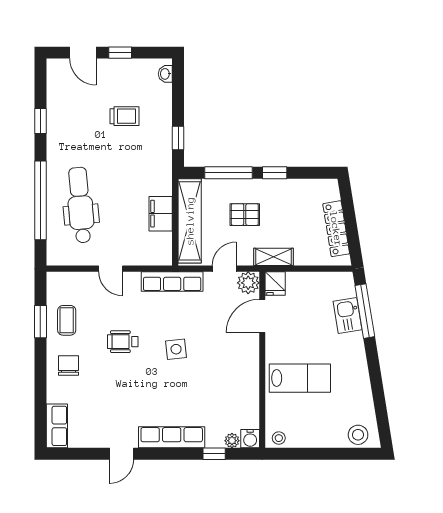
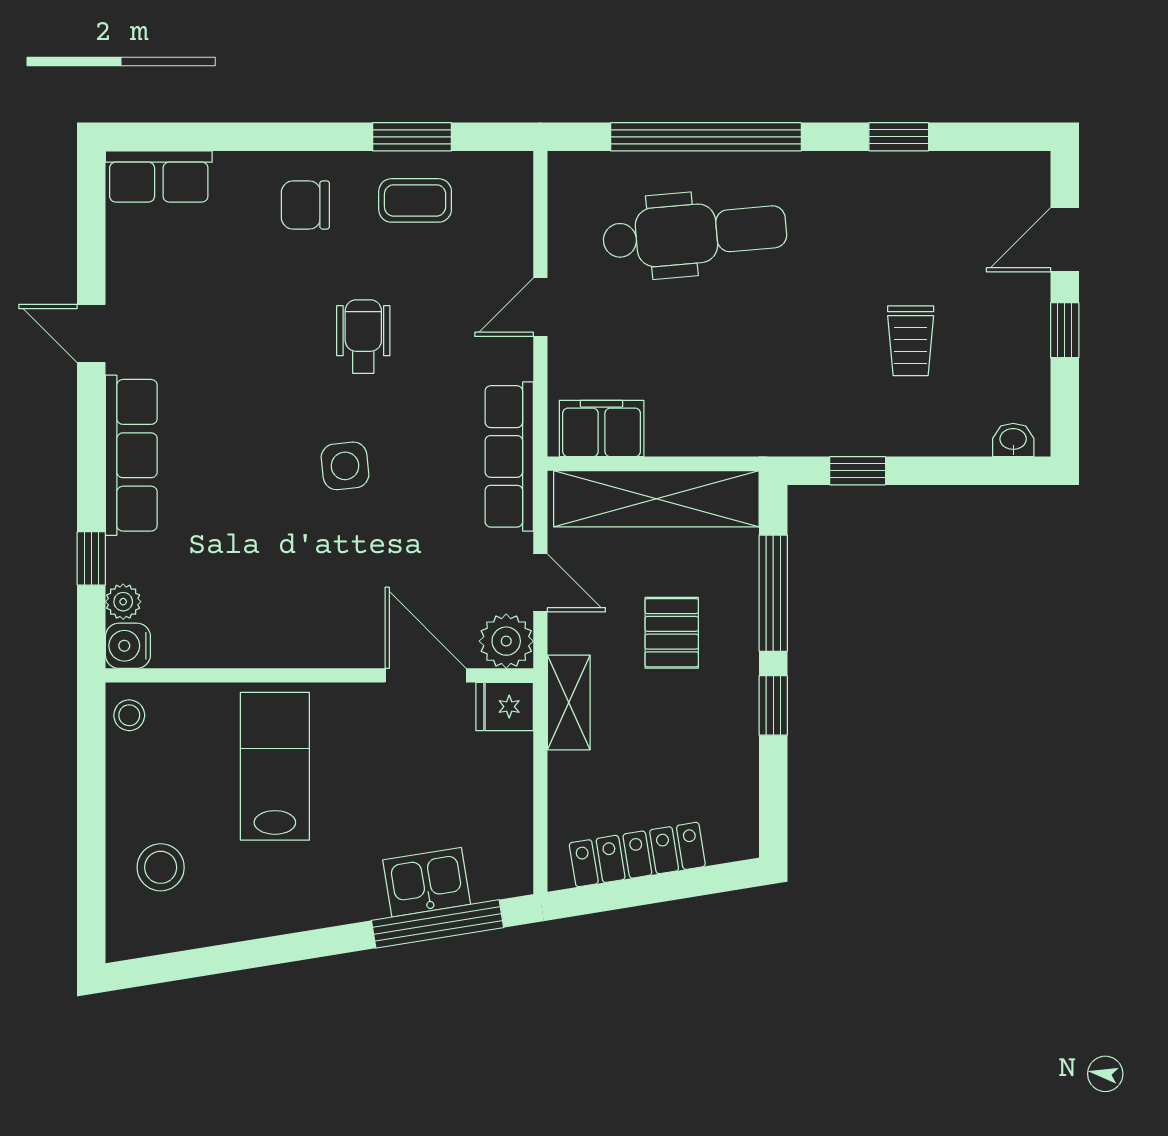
filing cabinet: (161, 214) -> (602, 428), moved
chair: (69, 365) -> (305, 205), turned 180
lab bench: (300, 378) -> (275, 766), turned 180
stool: (358, 435) -> (161, 867), moved

